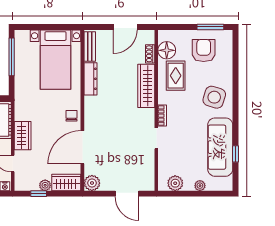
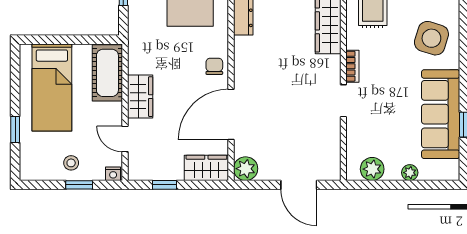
plant: (45, 185) -> (174, 172), removed

